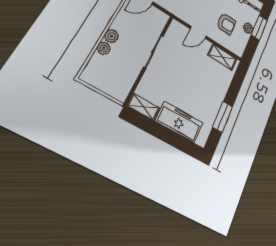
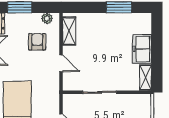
plant: (248, 28) -> (47, 18), moved
freezer: (179, 122) -> (142, 49), width x0.71

